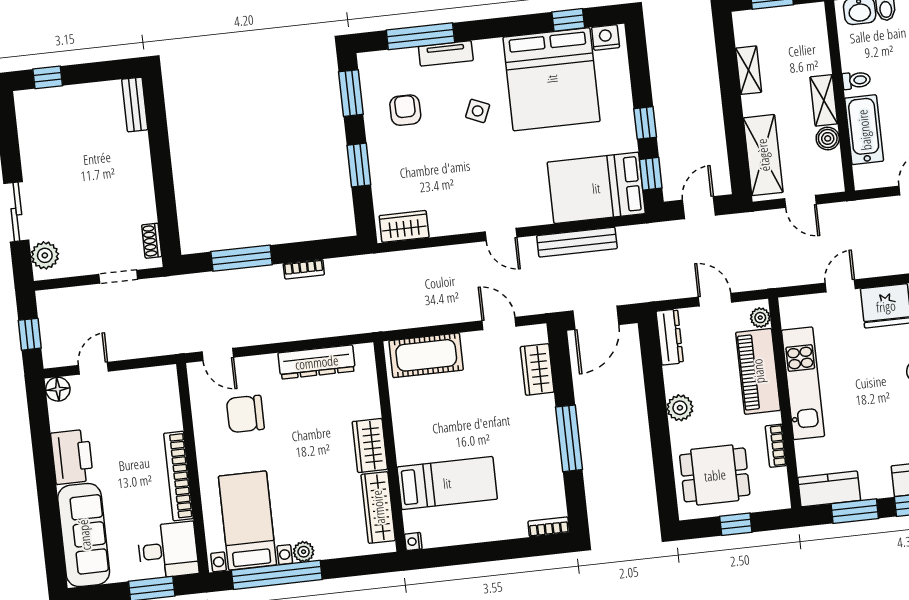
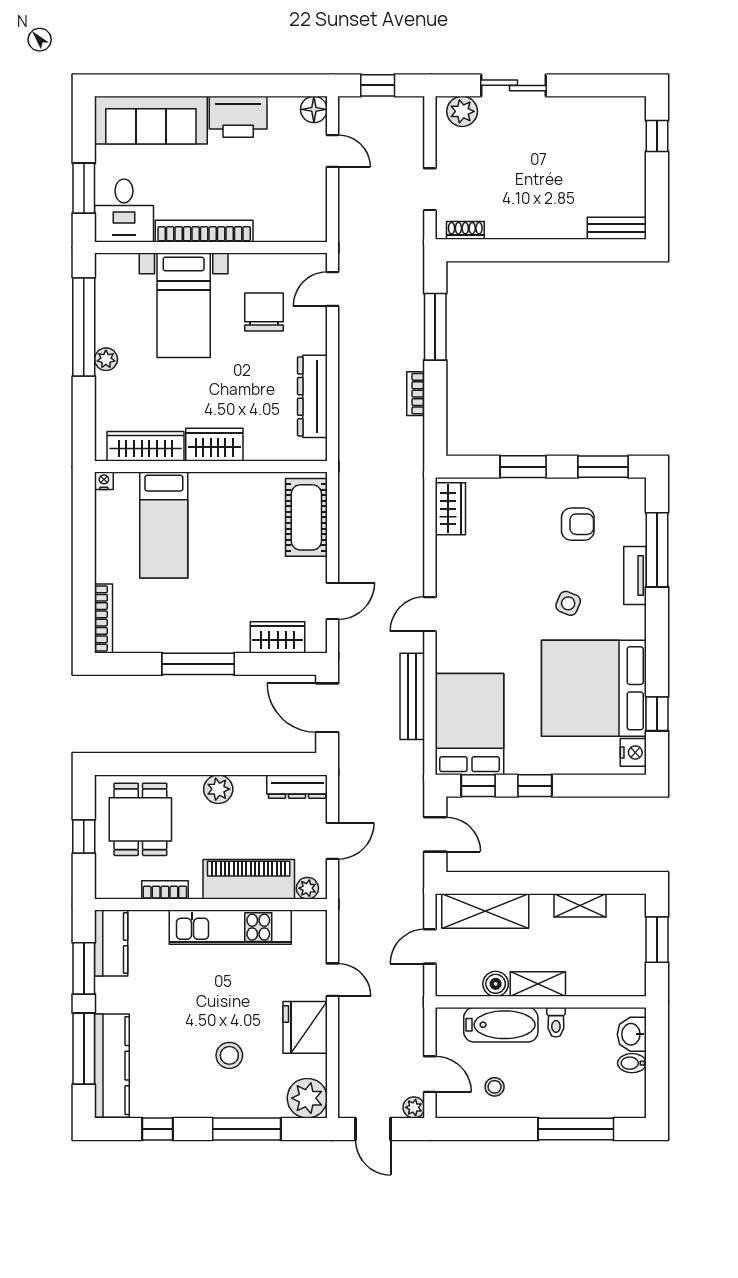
bed with nightstands: (247, 521) -> (184, 305), moved, turned 90
bookcase: (549, 527) -> (103, 619), width x1.56

